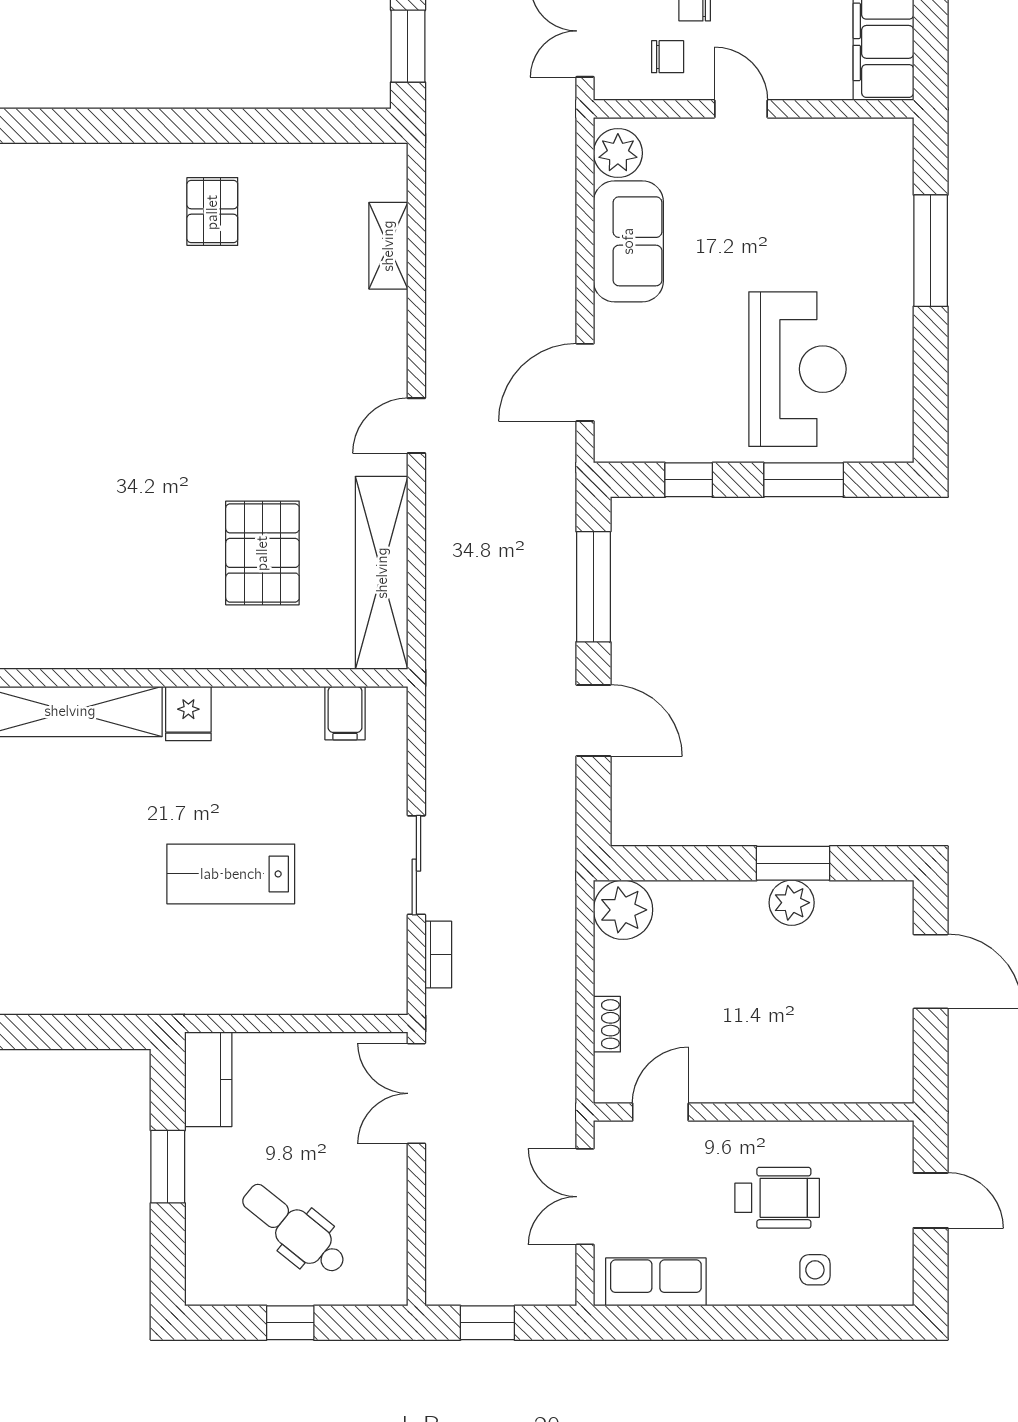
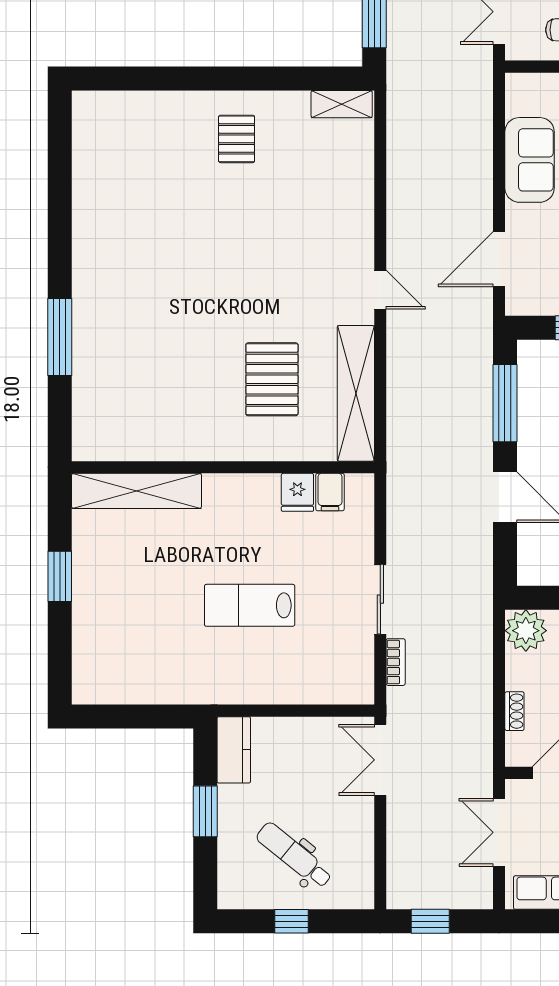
plant: (618, 153) -> (522, 98), removed
shelving: (388, 246) -> (342, 104), moved, turned 90
door: (416, 426) -> (380, 290), swing flipped
fridge: (188, 714) -> (297, 492), moved

